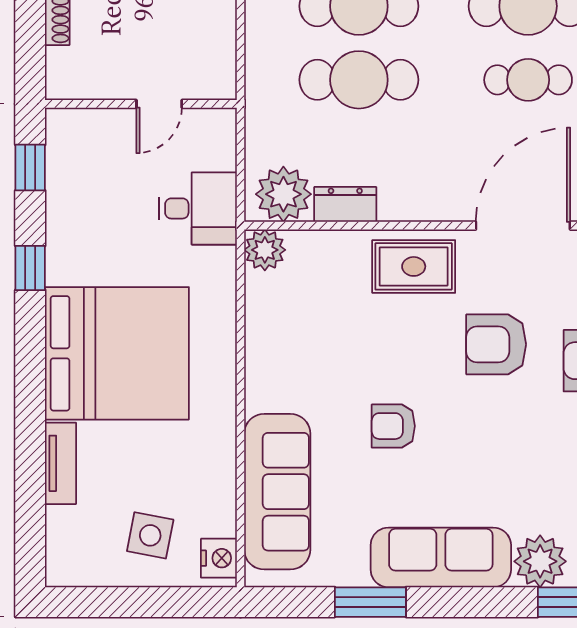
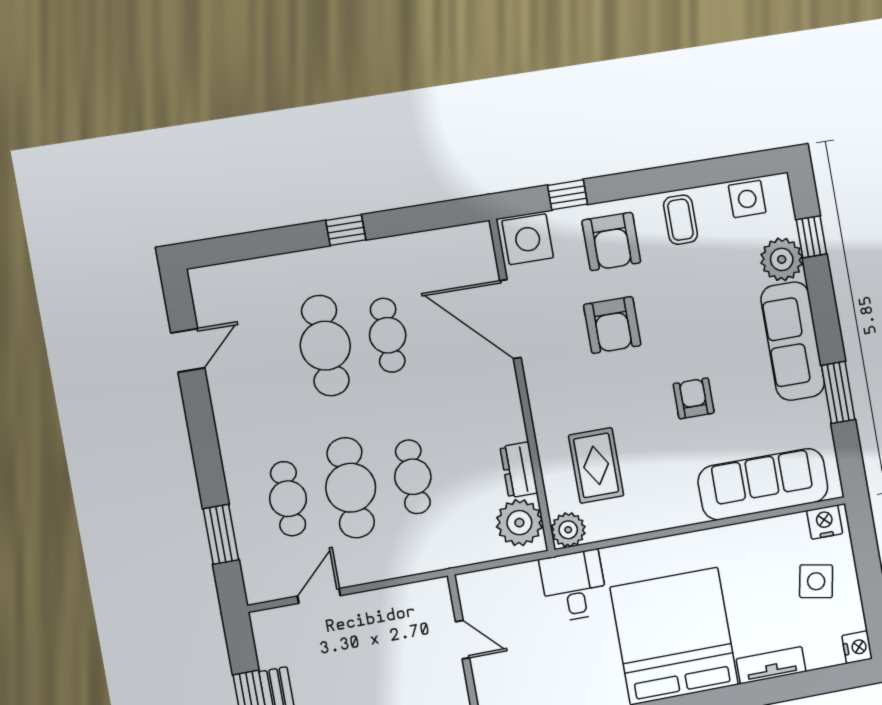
cafe table: (359, 80) -> (413, 477), width x0.73, depth x0.74
desk: (198, 208) -> (574, 586), moved
rug: (414, 266) -> (596, 465), moved
armchair: (393, 426) -> (694, 398), turned 180
nightstand: (62, 571) -> (857, 647), added

